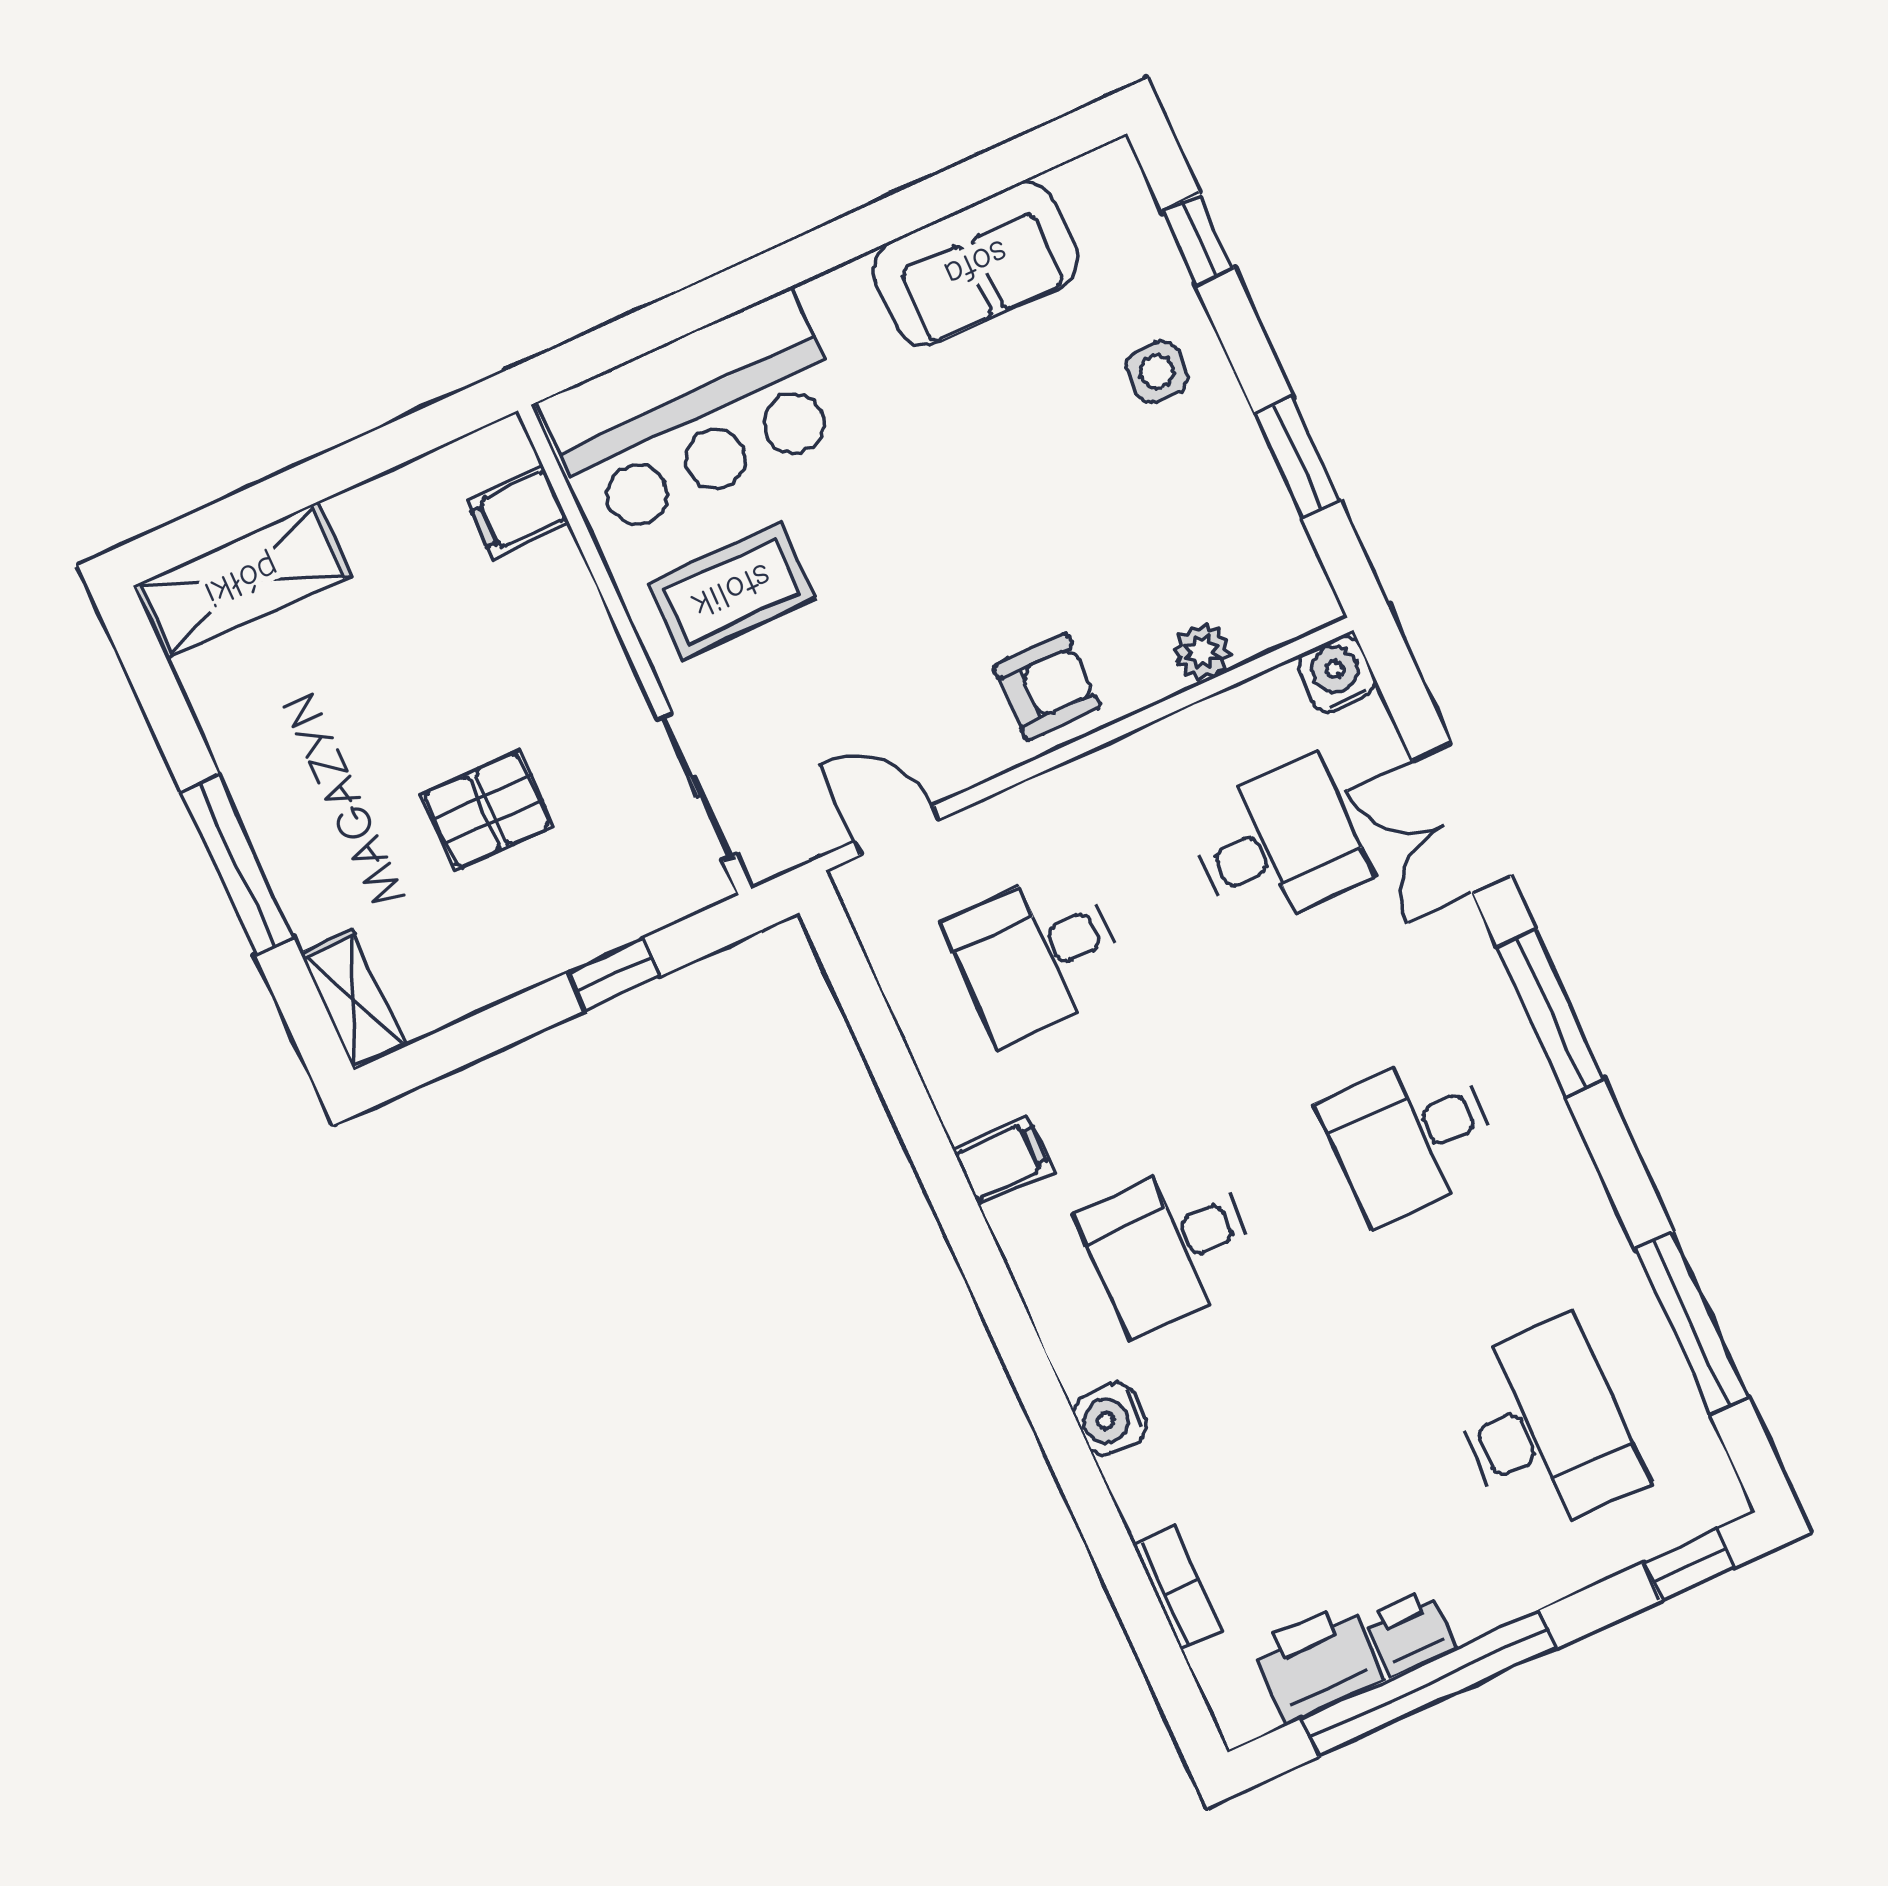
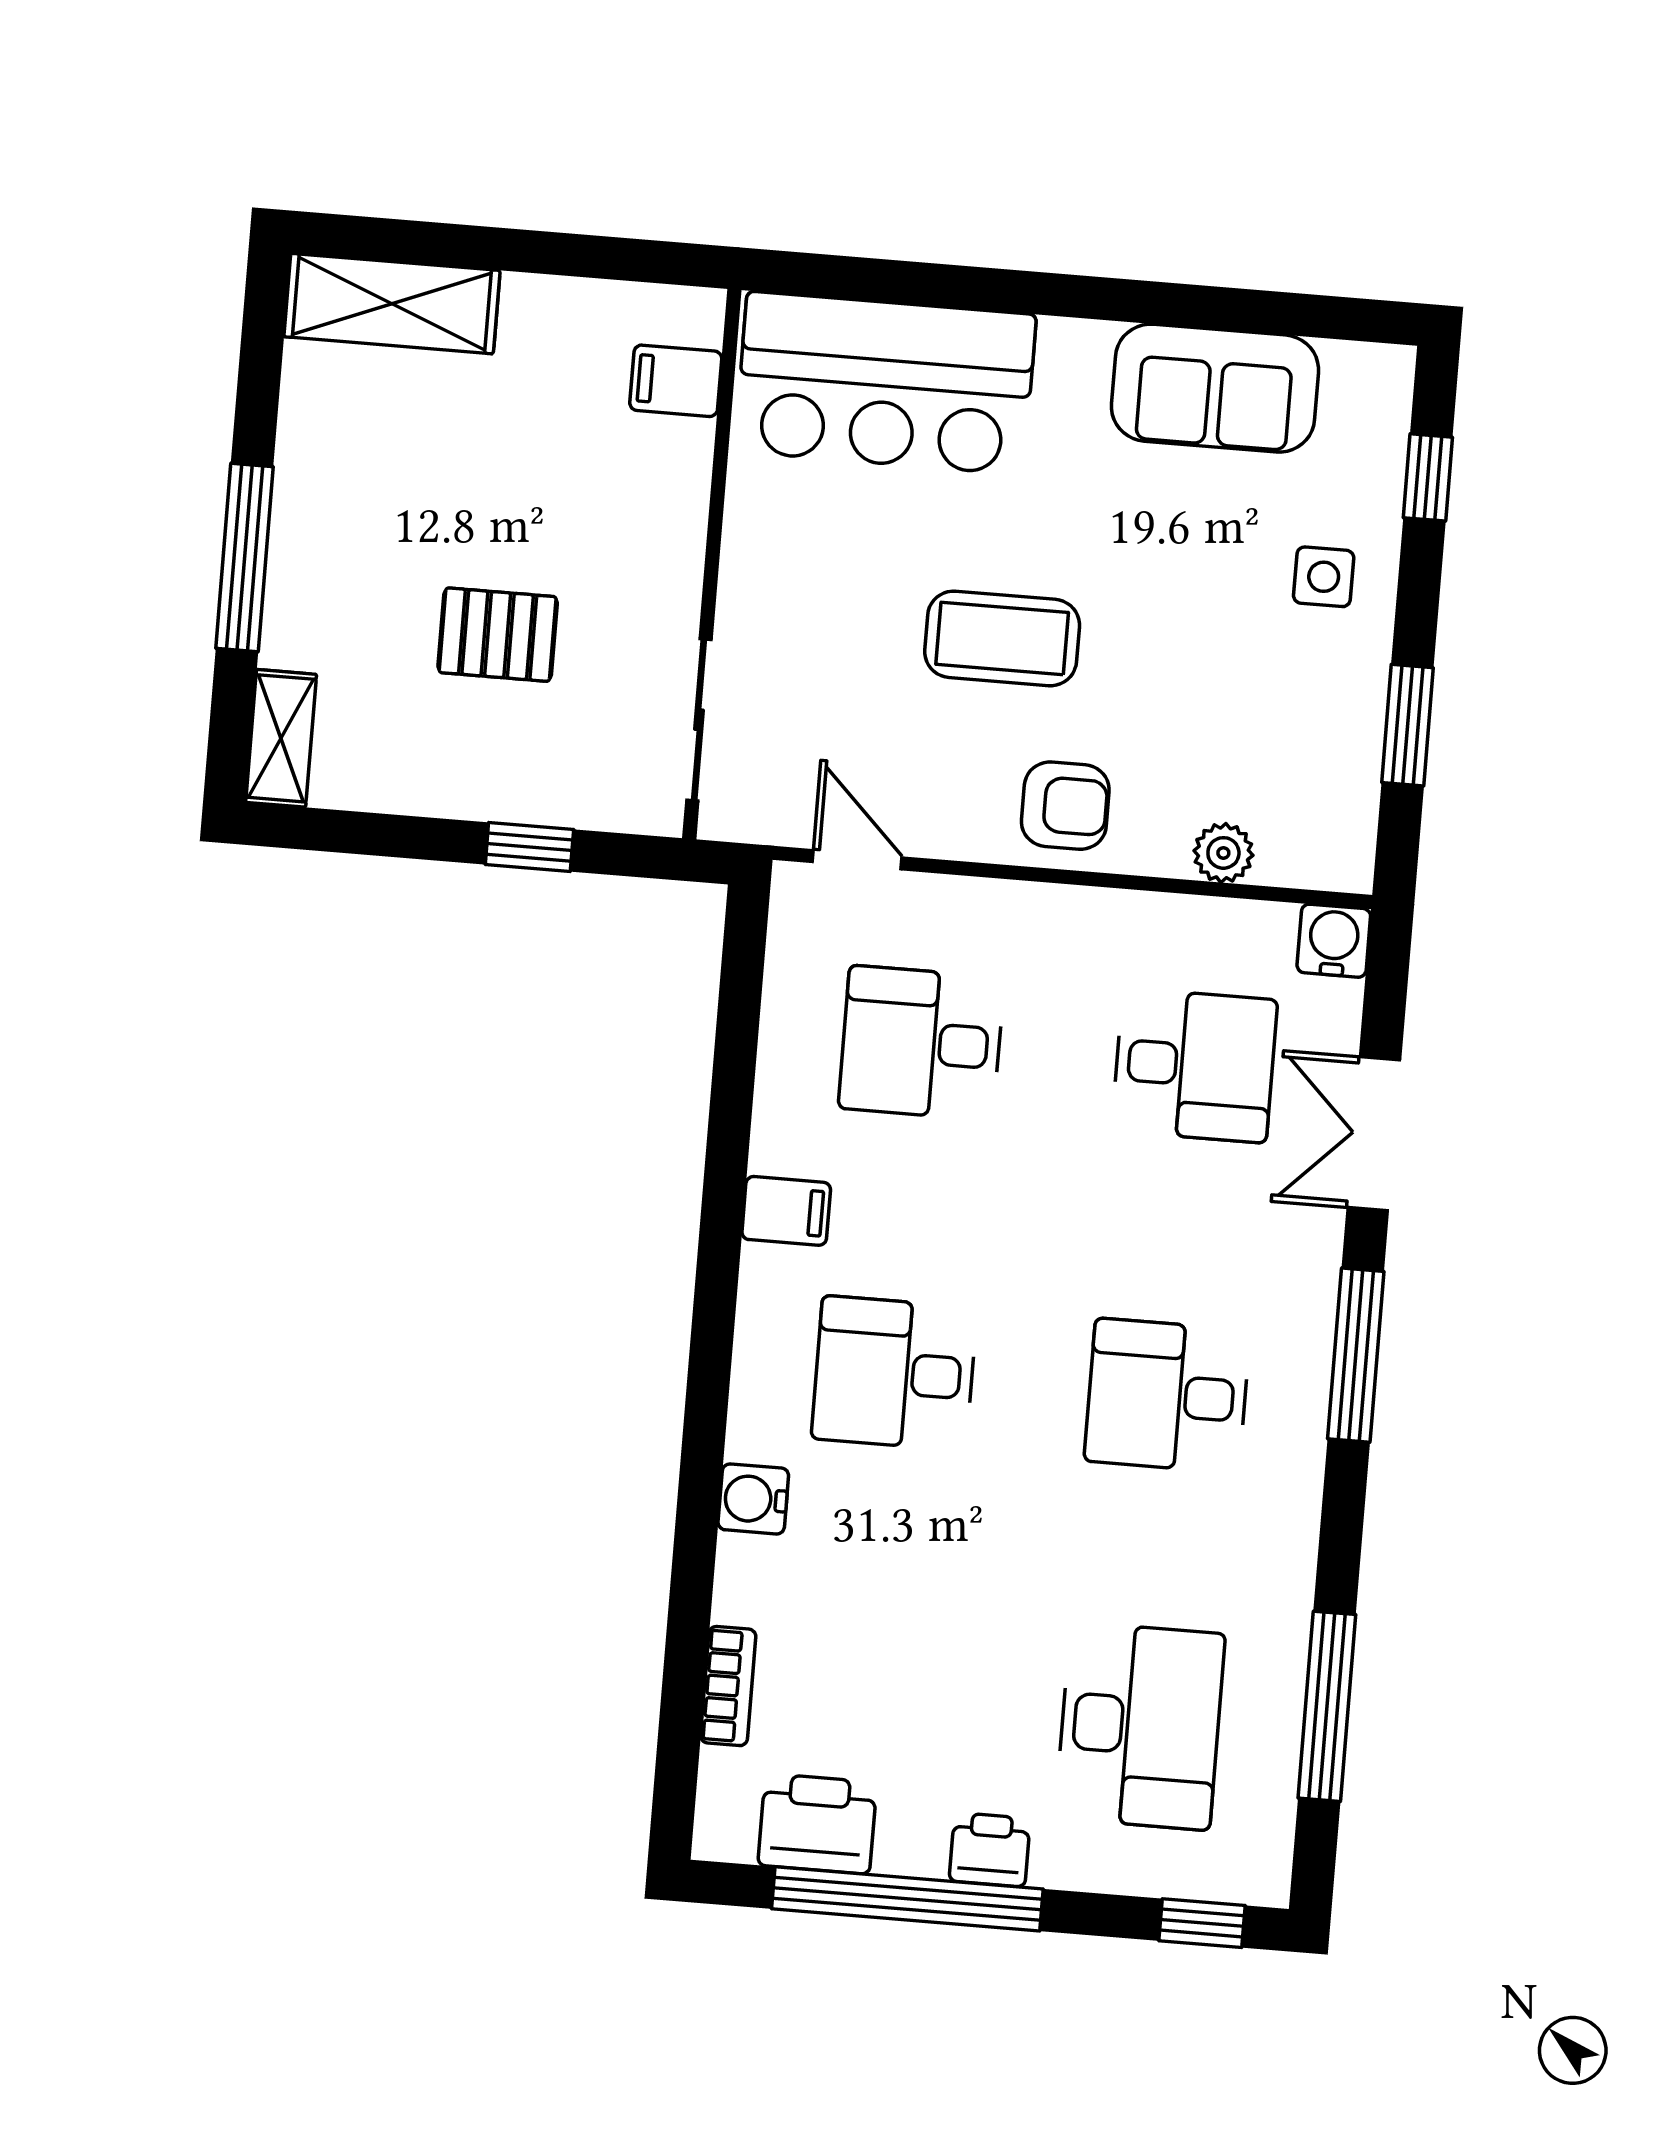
coffee table: (732, 591) -> (1002, 638), moved
printer: (1410, 1633) -> (990, 1850), moved

